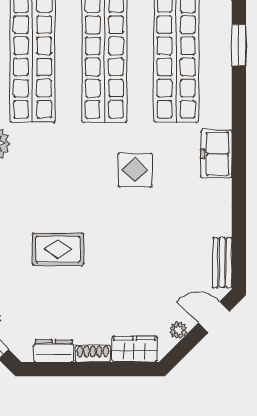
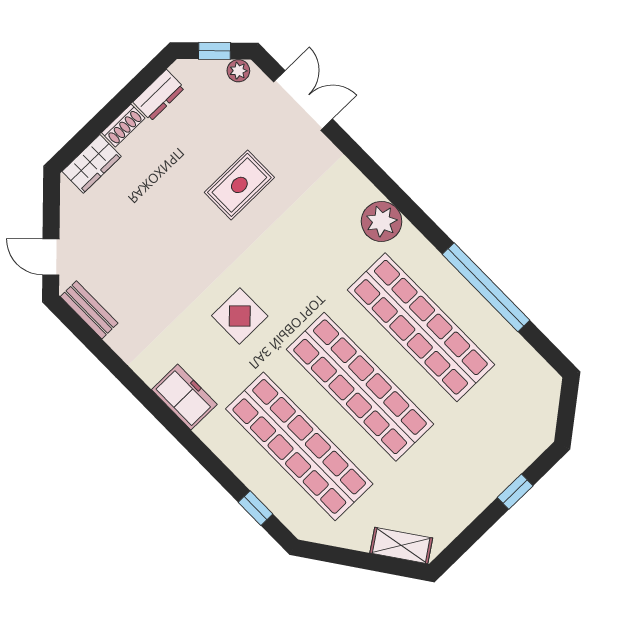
window: (239, 45) -> (256, 508), width x0.67
door: (214, 317) -> (51, 257), swing flipped
plant: (178, 330) -> (70, 216), removed

